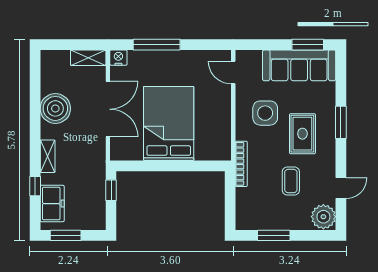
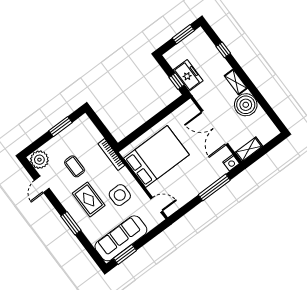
bed: (169, 123) -> (156, 156), moved, turned -90
shelving: (48, 156) -> (236, 82), moved
freezer: (52, 204) -> (188, 75), moved, turned 180

